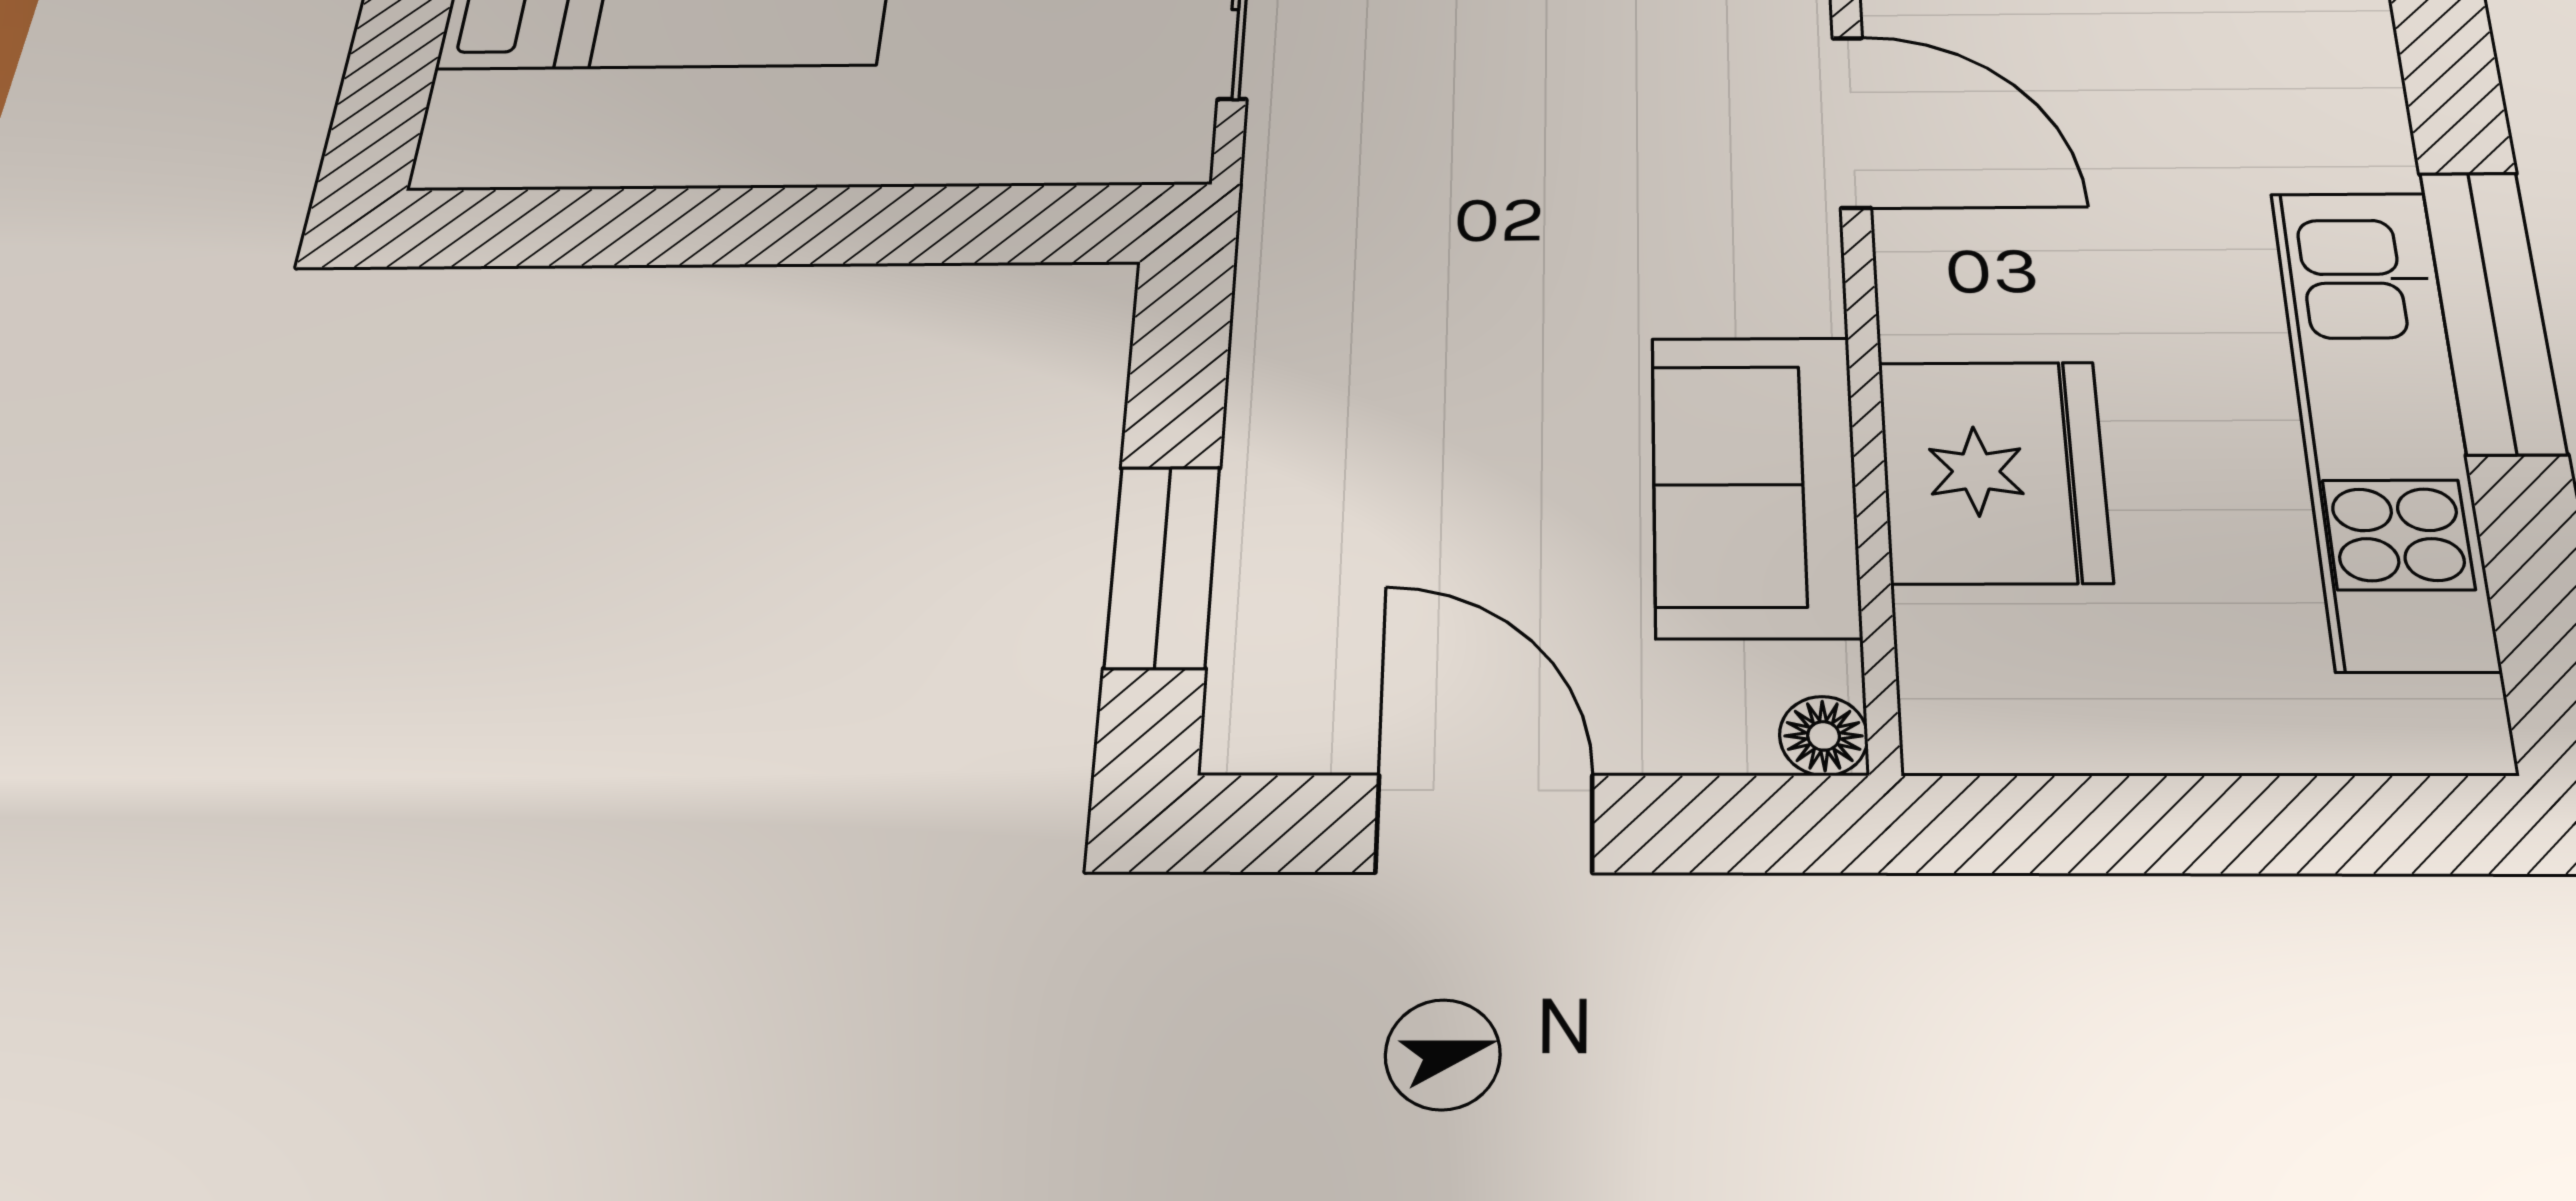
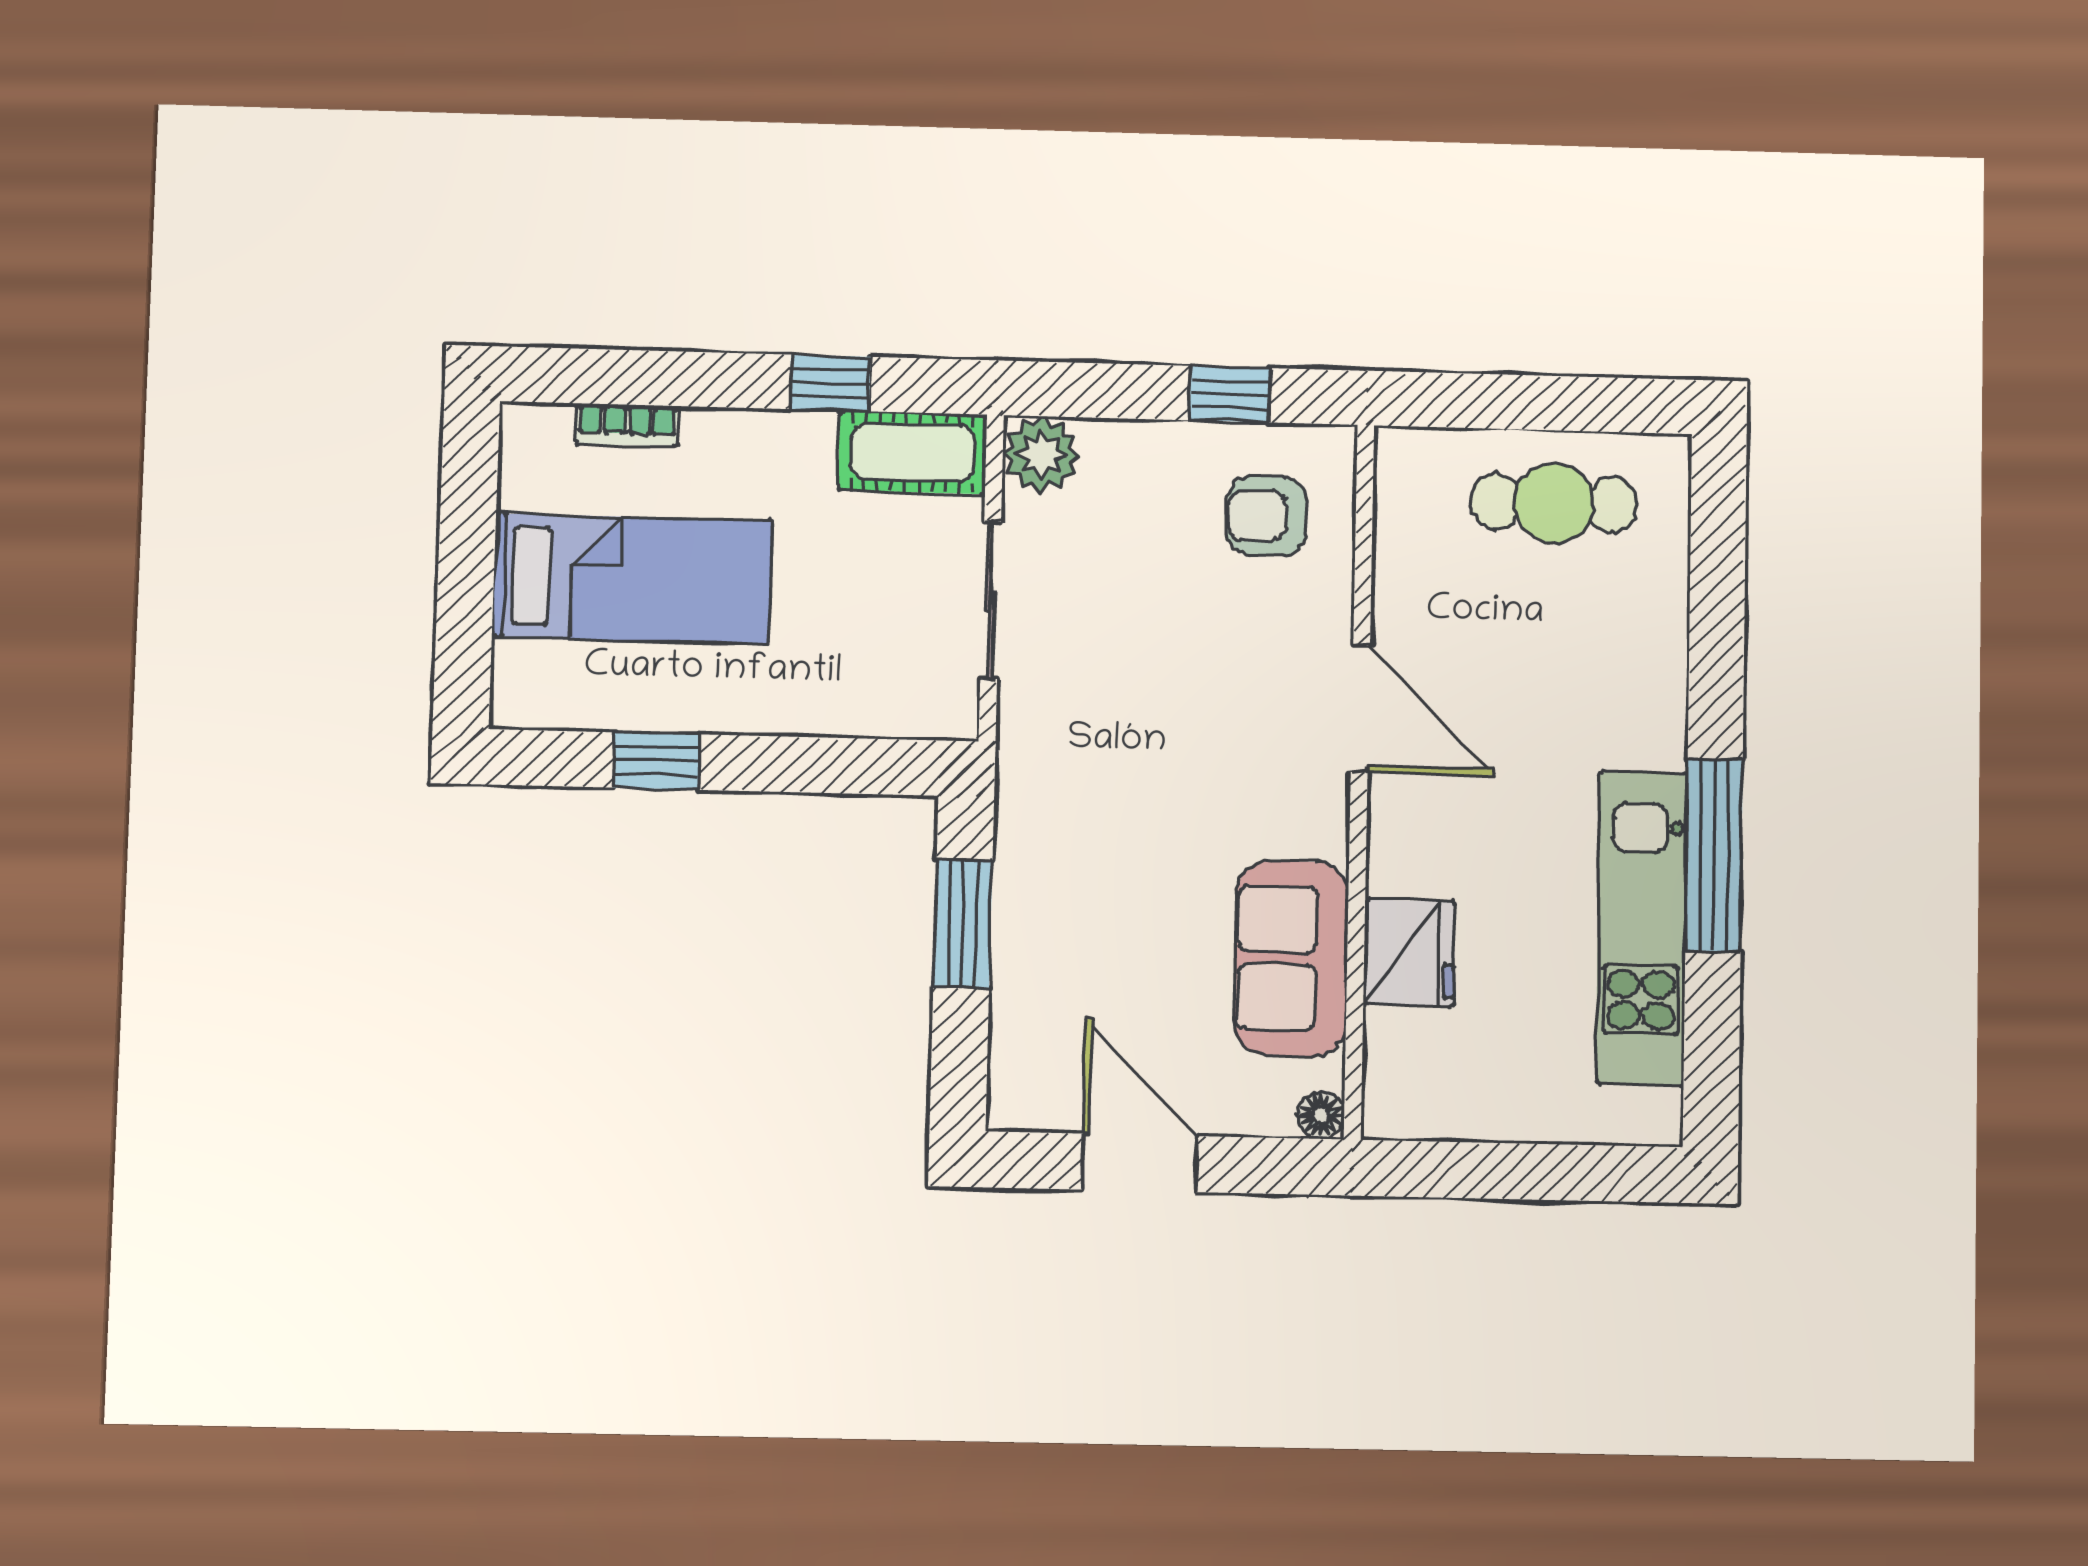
window: (674, 226) -> (656, 761), added
fridge: (1994, 471) -> (1409, 953), width x0.73, depth x0.75
window: (1163, 567) -> (963, 924), moved

